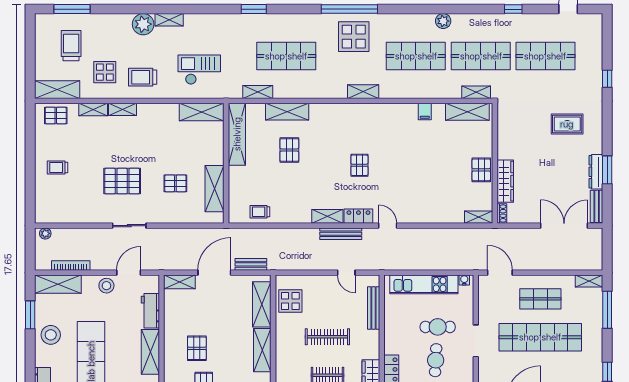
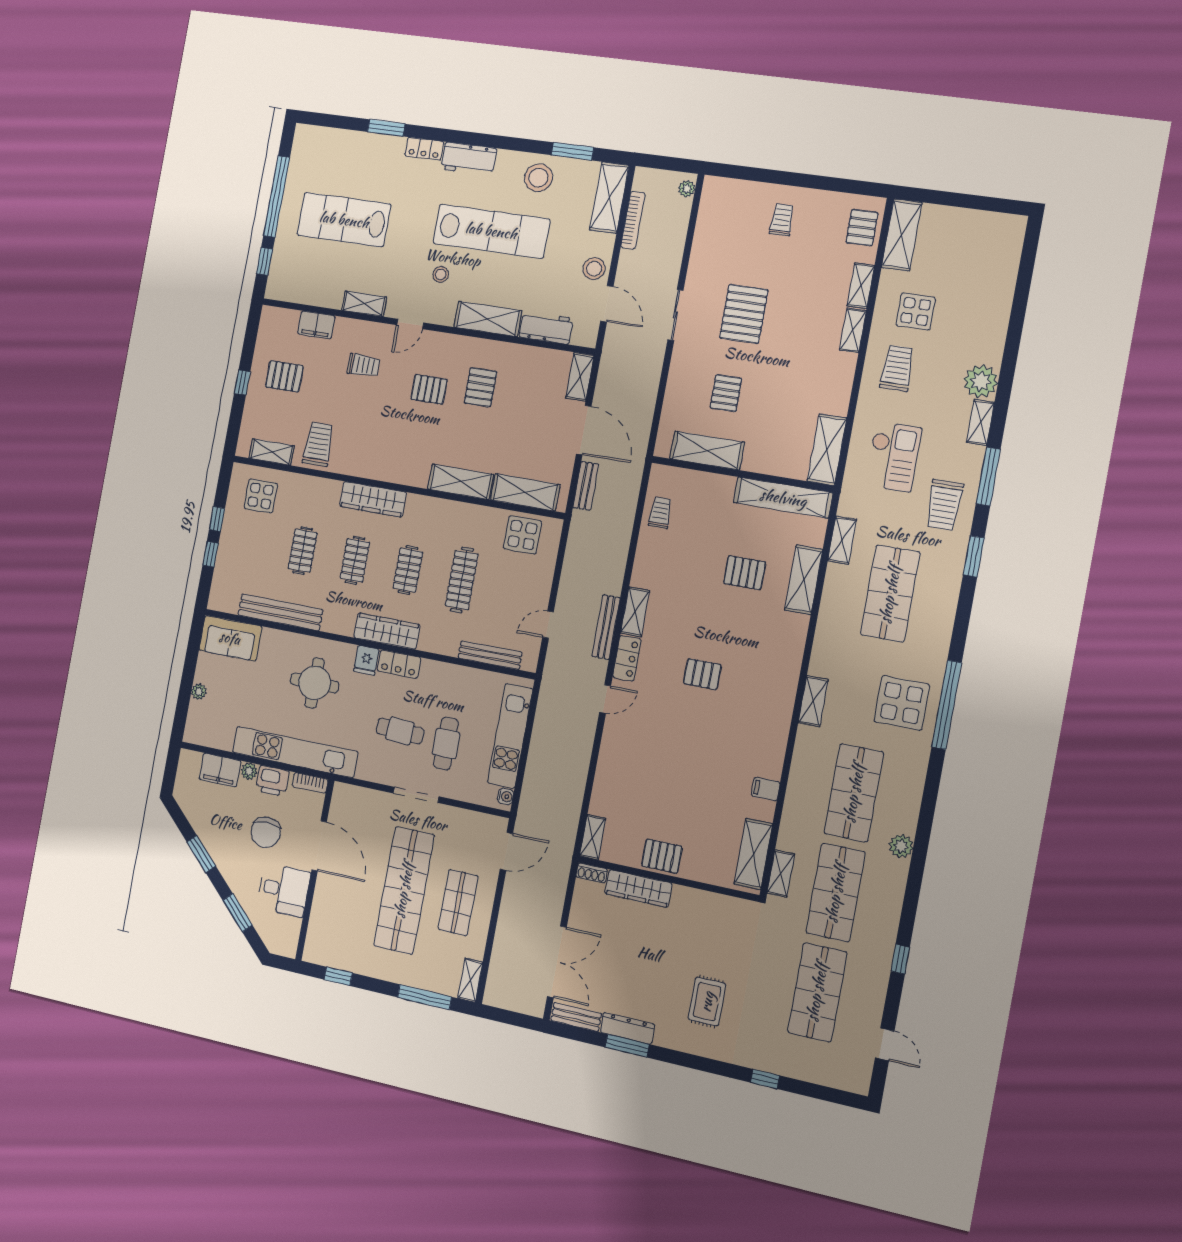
window: (72, 9) -> (988, 477), moved
trolley: (71, 46) -> (944, 505), moved, turned 90
pallet: (197, 348) -> (480, 387), turned 90

